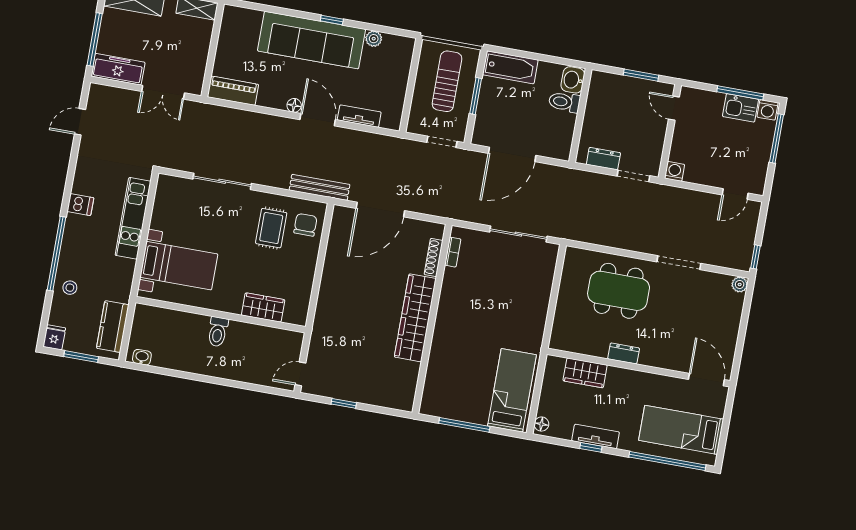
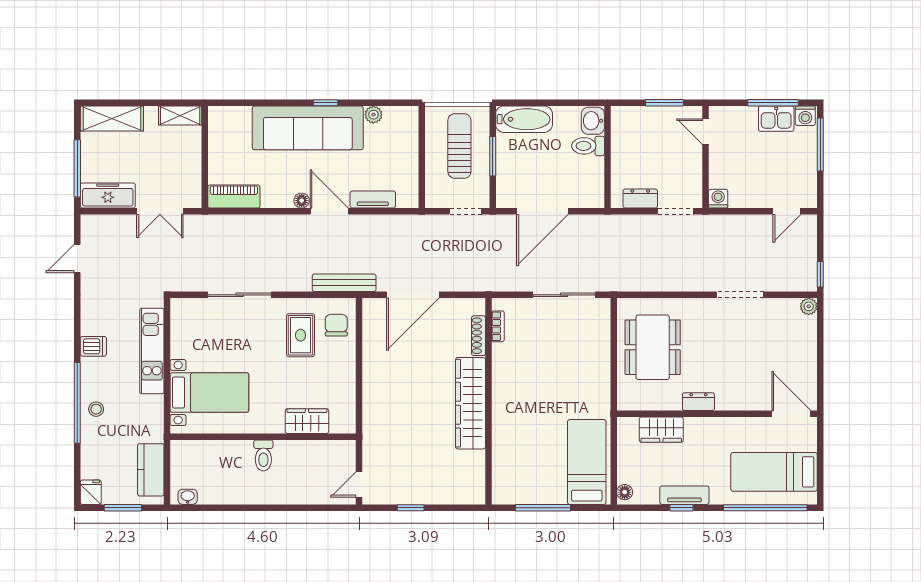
stool: (70, 288) -> (96, 409), moved
dining table: (619, 291) -> (653, 347), moved, turned 90

